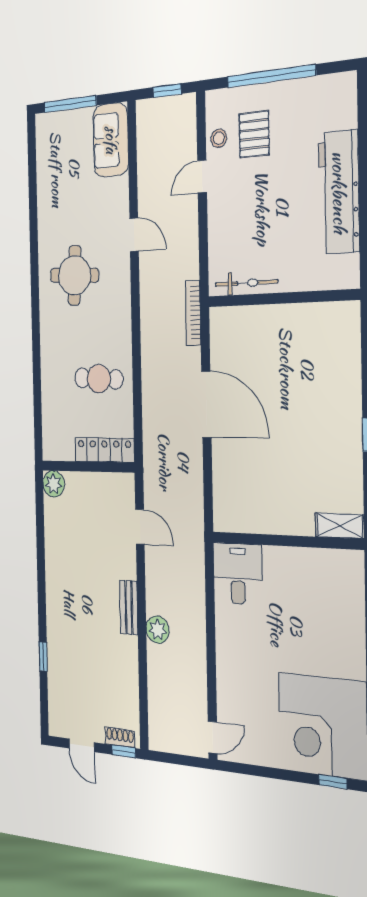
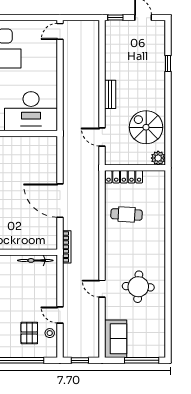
door: (202, 177) -> (60, 315), swing flipped
round table: (75, 275) -> (138, 287), moved
spiral stairs: (73, 542) -> (146, 127), added
desk: (238, 574) -> (31, 111), width x1.87, depth x1.30
plant: (158, 630) -> (92, 84), removed
shoe rack: (120, 737) -> (118, 25), removed

